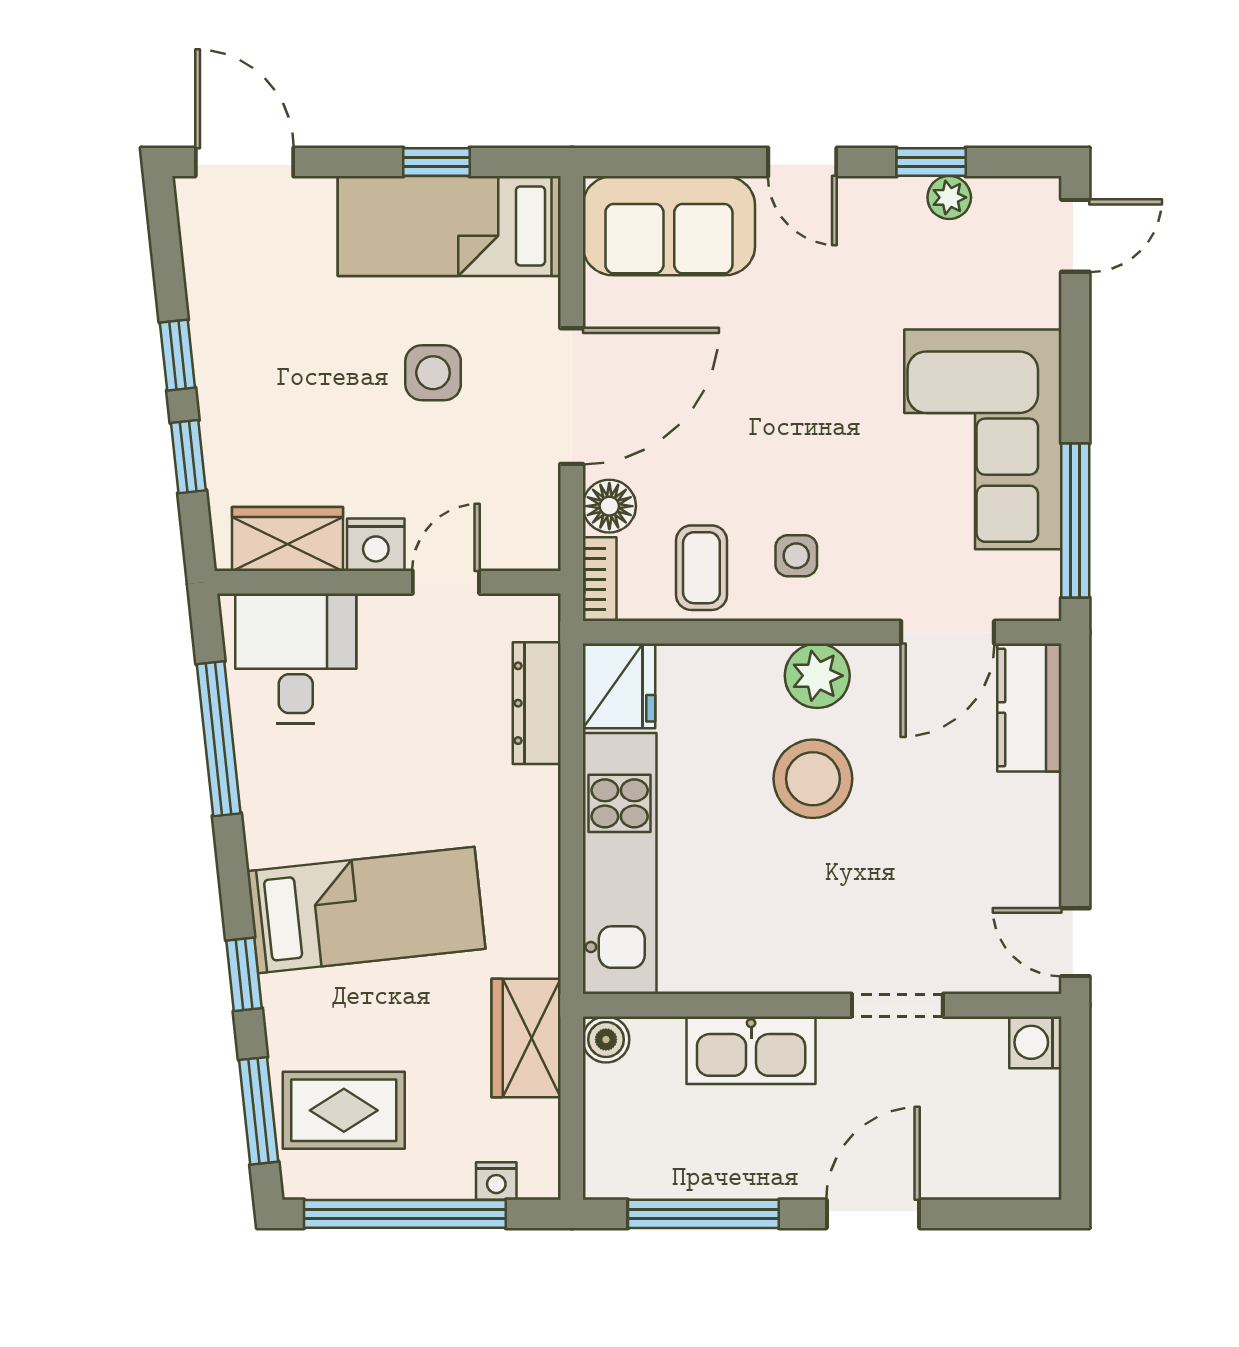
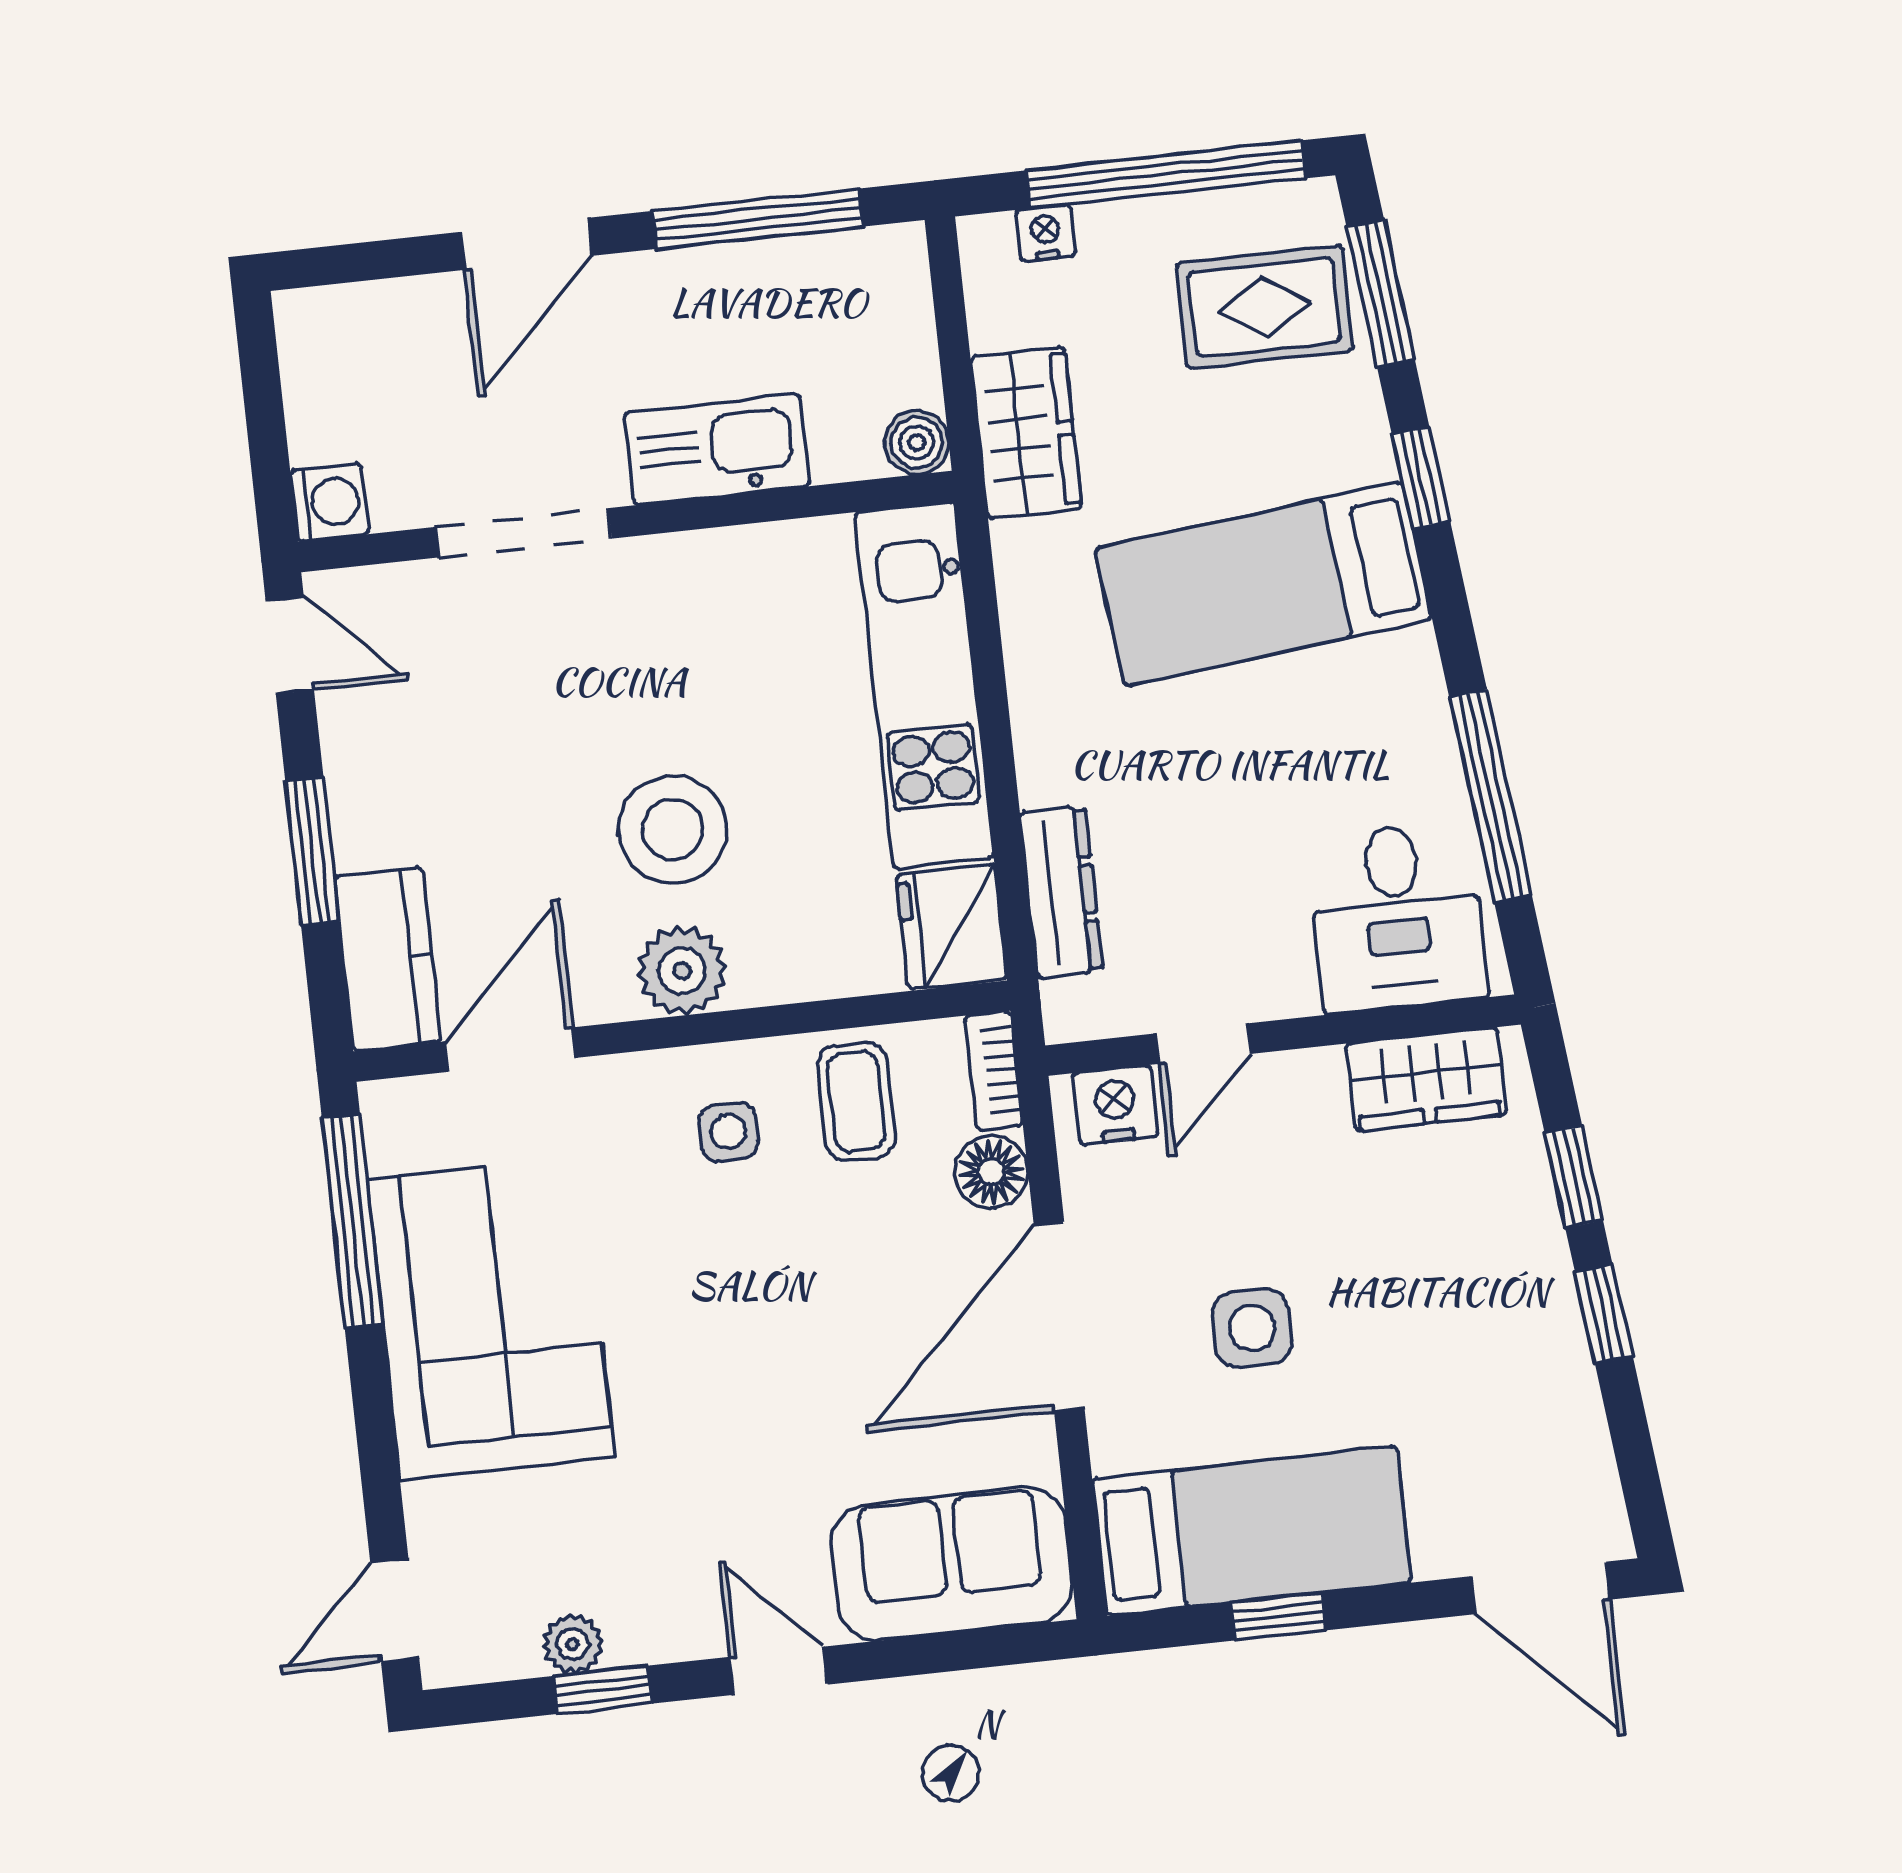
nightstand: (376, 545) -> (1115, 1105), moved
window: (1075, 791) -> (312, 851), added
doorway: (897, 1005) -> (524, 533), width x1.38

